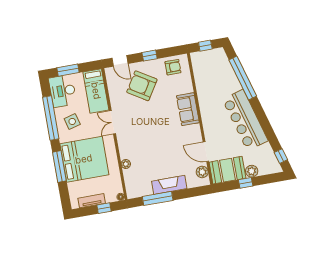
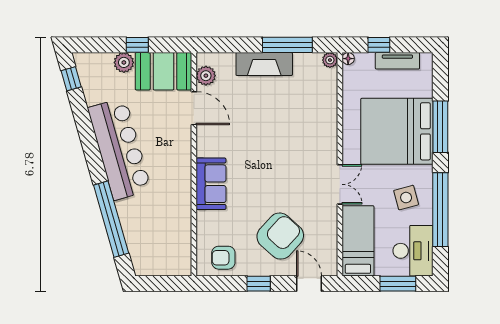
window: (205, 46) -> (163, 284), removed
armchair: (142, 86) -> (280, 236), turned -80
plant: (126, 164) -> (330, 60), moved

